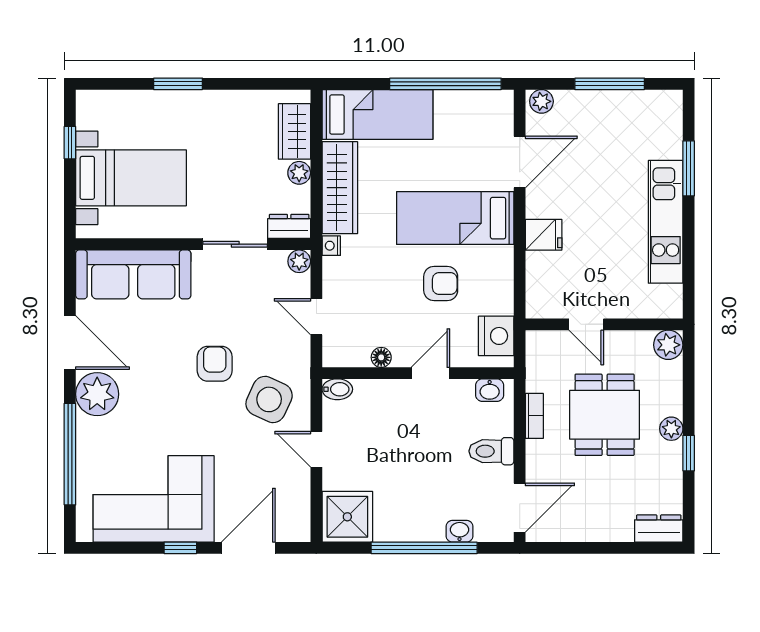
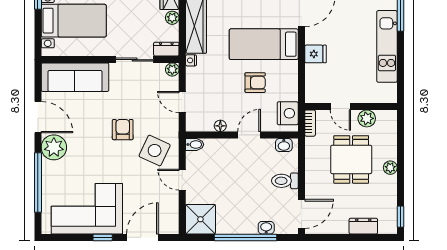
plant: (668, 345) -> (367, 118), moved
bookcase: (534, 416) -> (310, 123), moved
window: (689, 453) -> (400, 217), moved
dresser: (659, 529) -> (363, 226), moved

